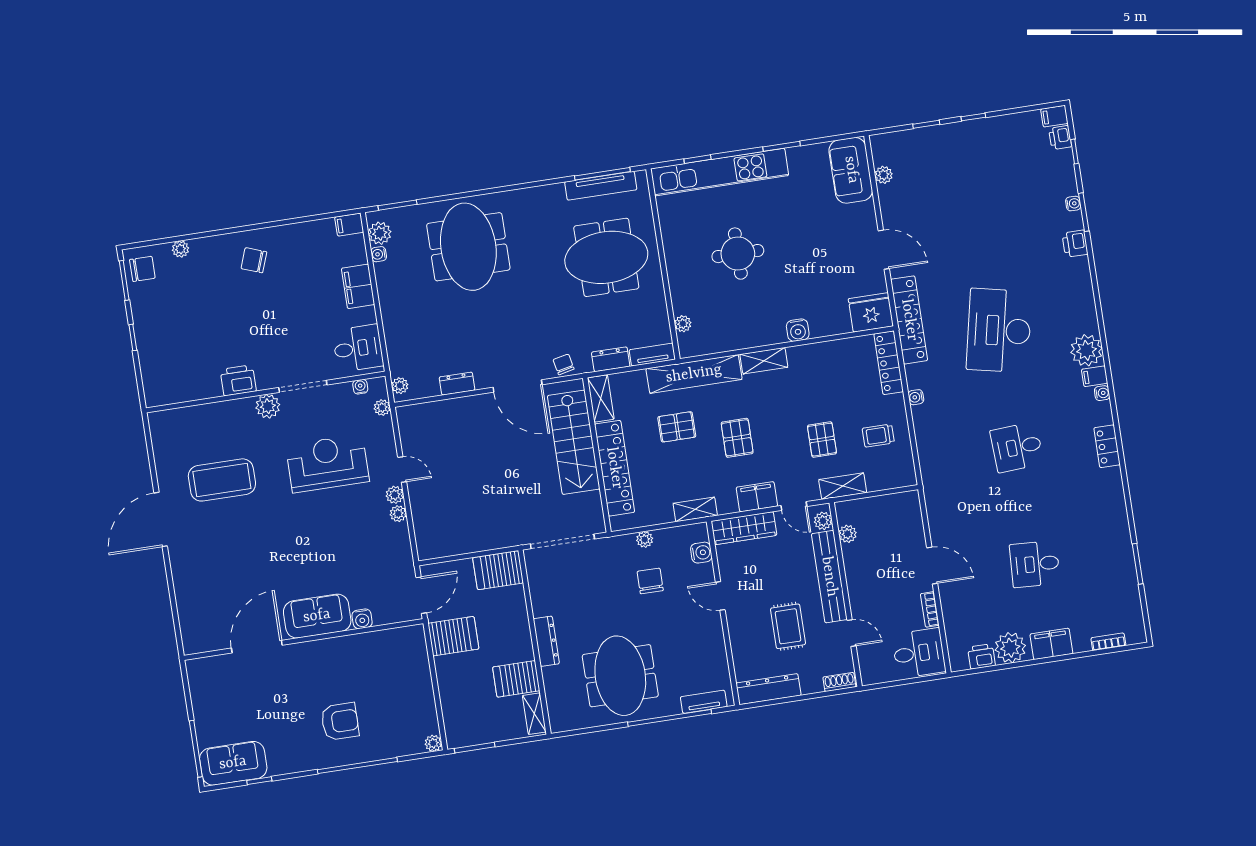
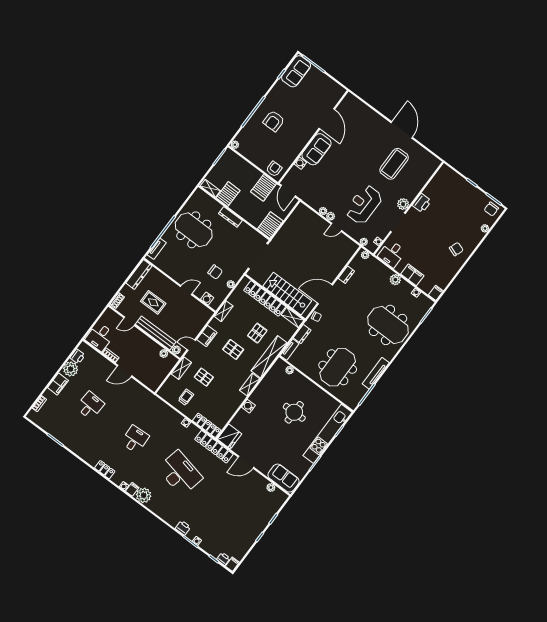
tv unit: (601, 186) -> (376, 373), moved
plant: (380, 233) -> (395, 280), moved
reception desk: (327, 463) -> (364, 205), turned 180
wardrobe: (744, 528) -> (201, 321), removed
armchair: (410, 649) -> (274, 169), added

